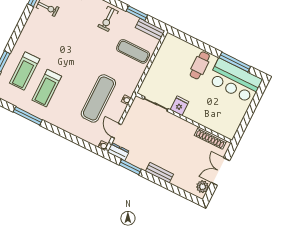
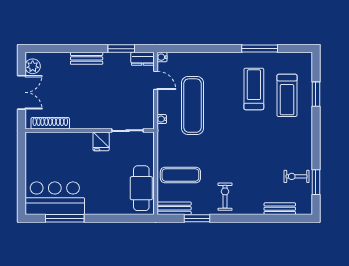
cafe table: (200, 65) -> (141, 188), moved, width x1.37, depth x1.35
treadmill: (25, 71) -> (287, 95), turned 180

